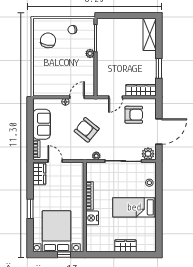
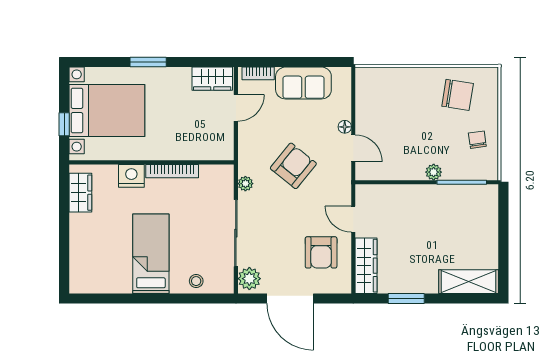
wardrobe: (125, 246) -> (80, 193), moved

